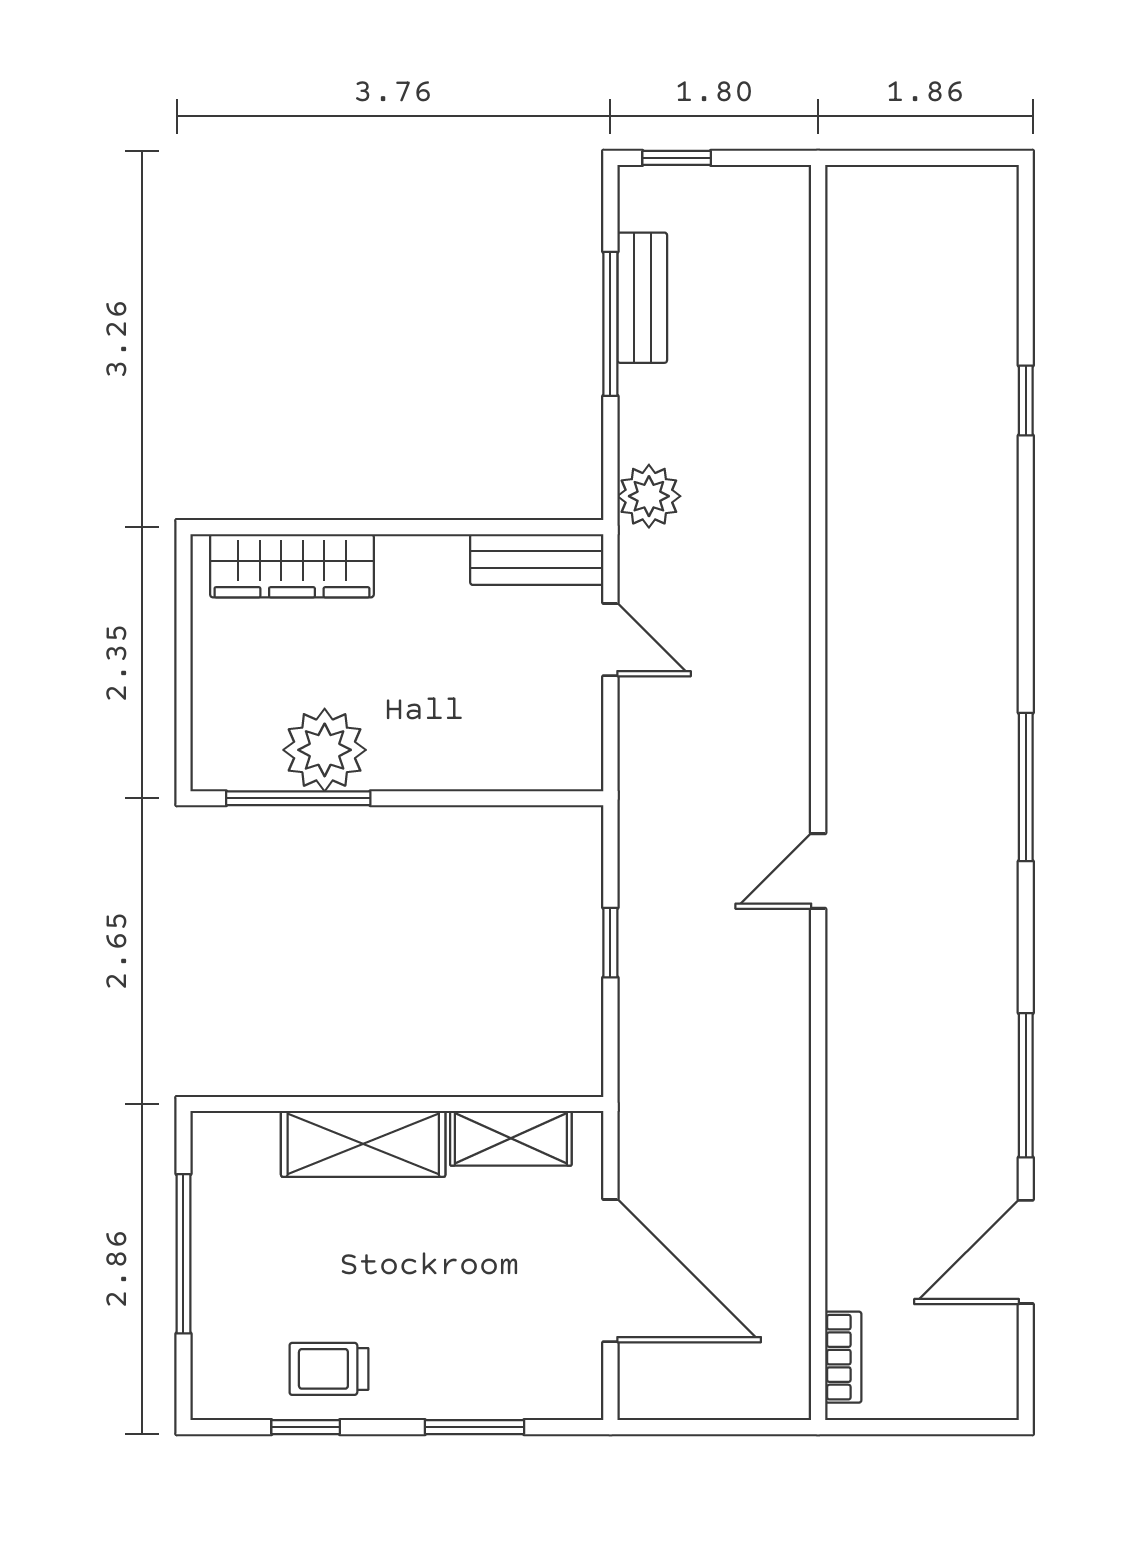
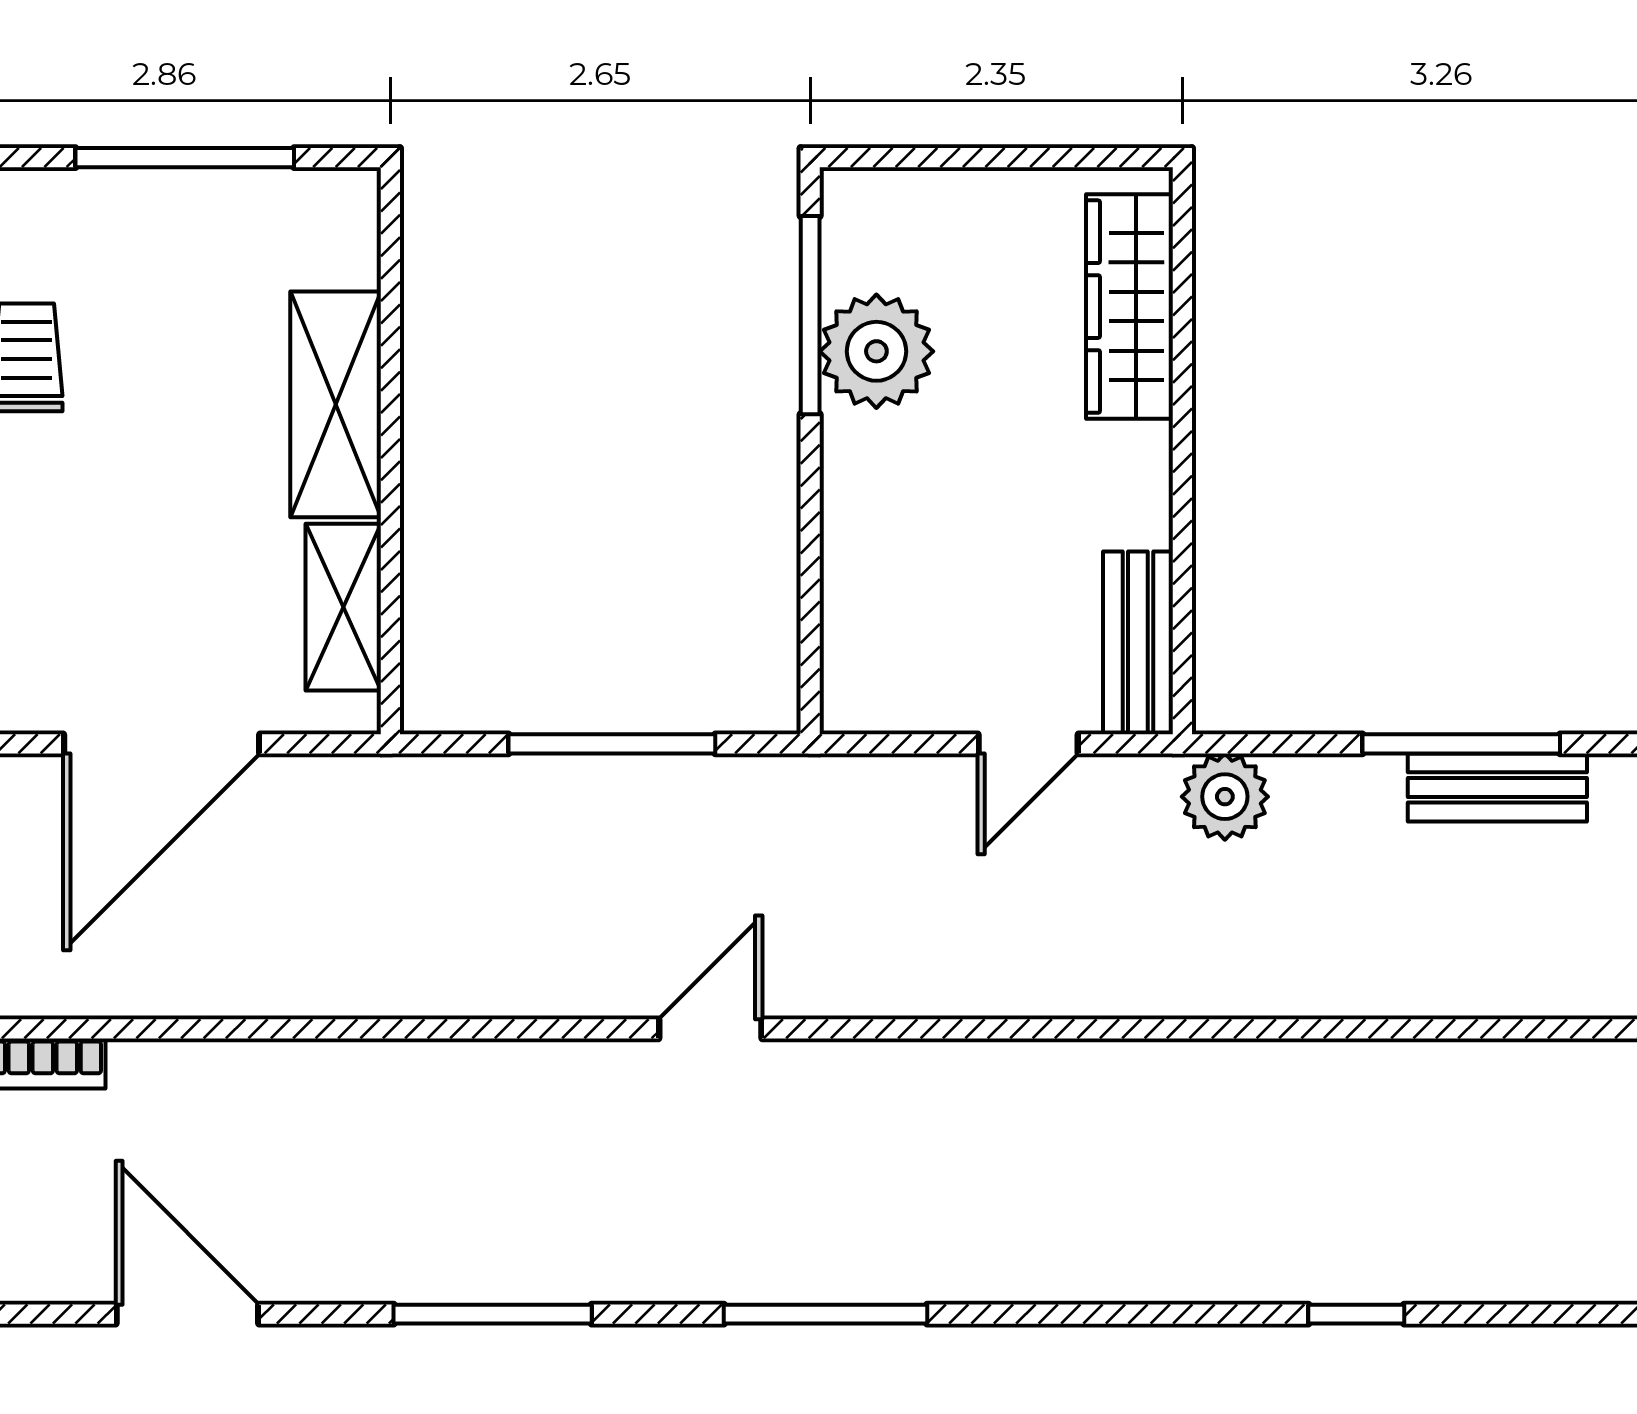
door: (818, 871) -> (710, 1029), hinge flipped
window: (610, 943) -> (612, 744), width x2.17
window: (1026, 1085) -> (493, 1314), moved

